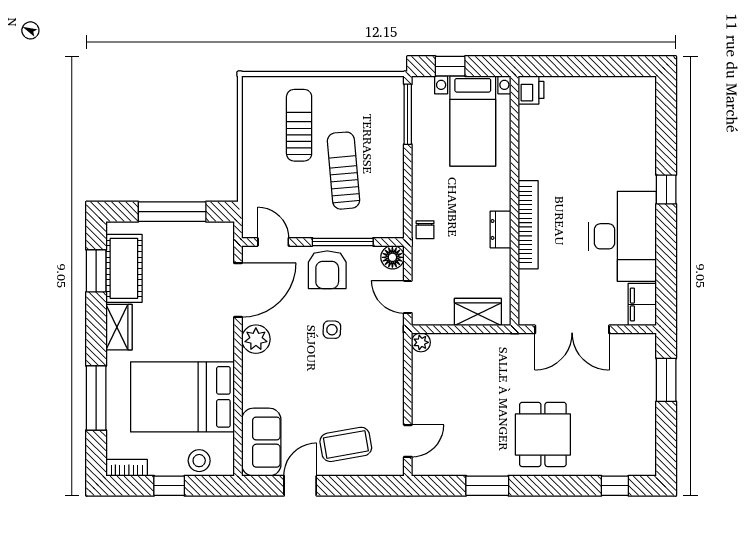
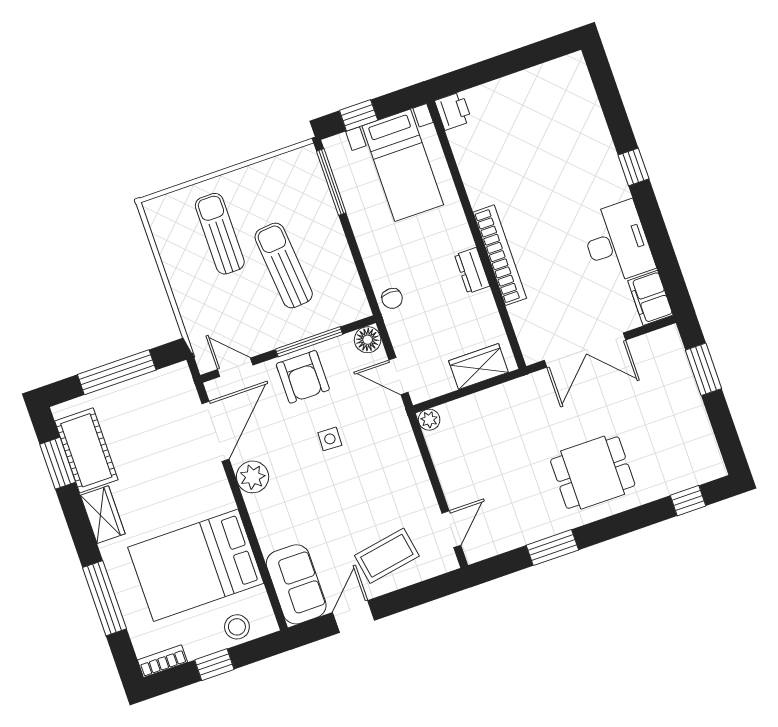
desk: (623, 236) -> (617, 243), width x0.73, depth x0.77
dining table: (543, 434) -> (593, 473), turned 90

